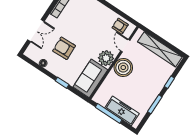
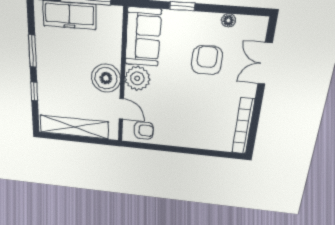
armchair: (64, 48) -> (207, 60), turned -88

